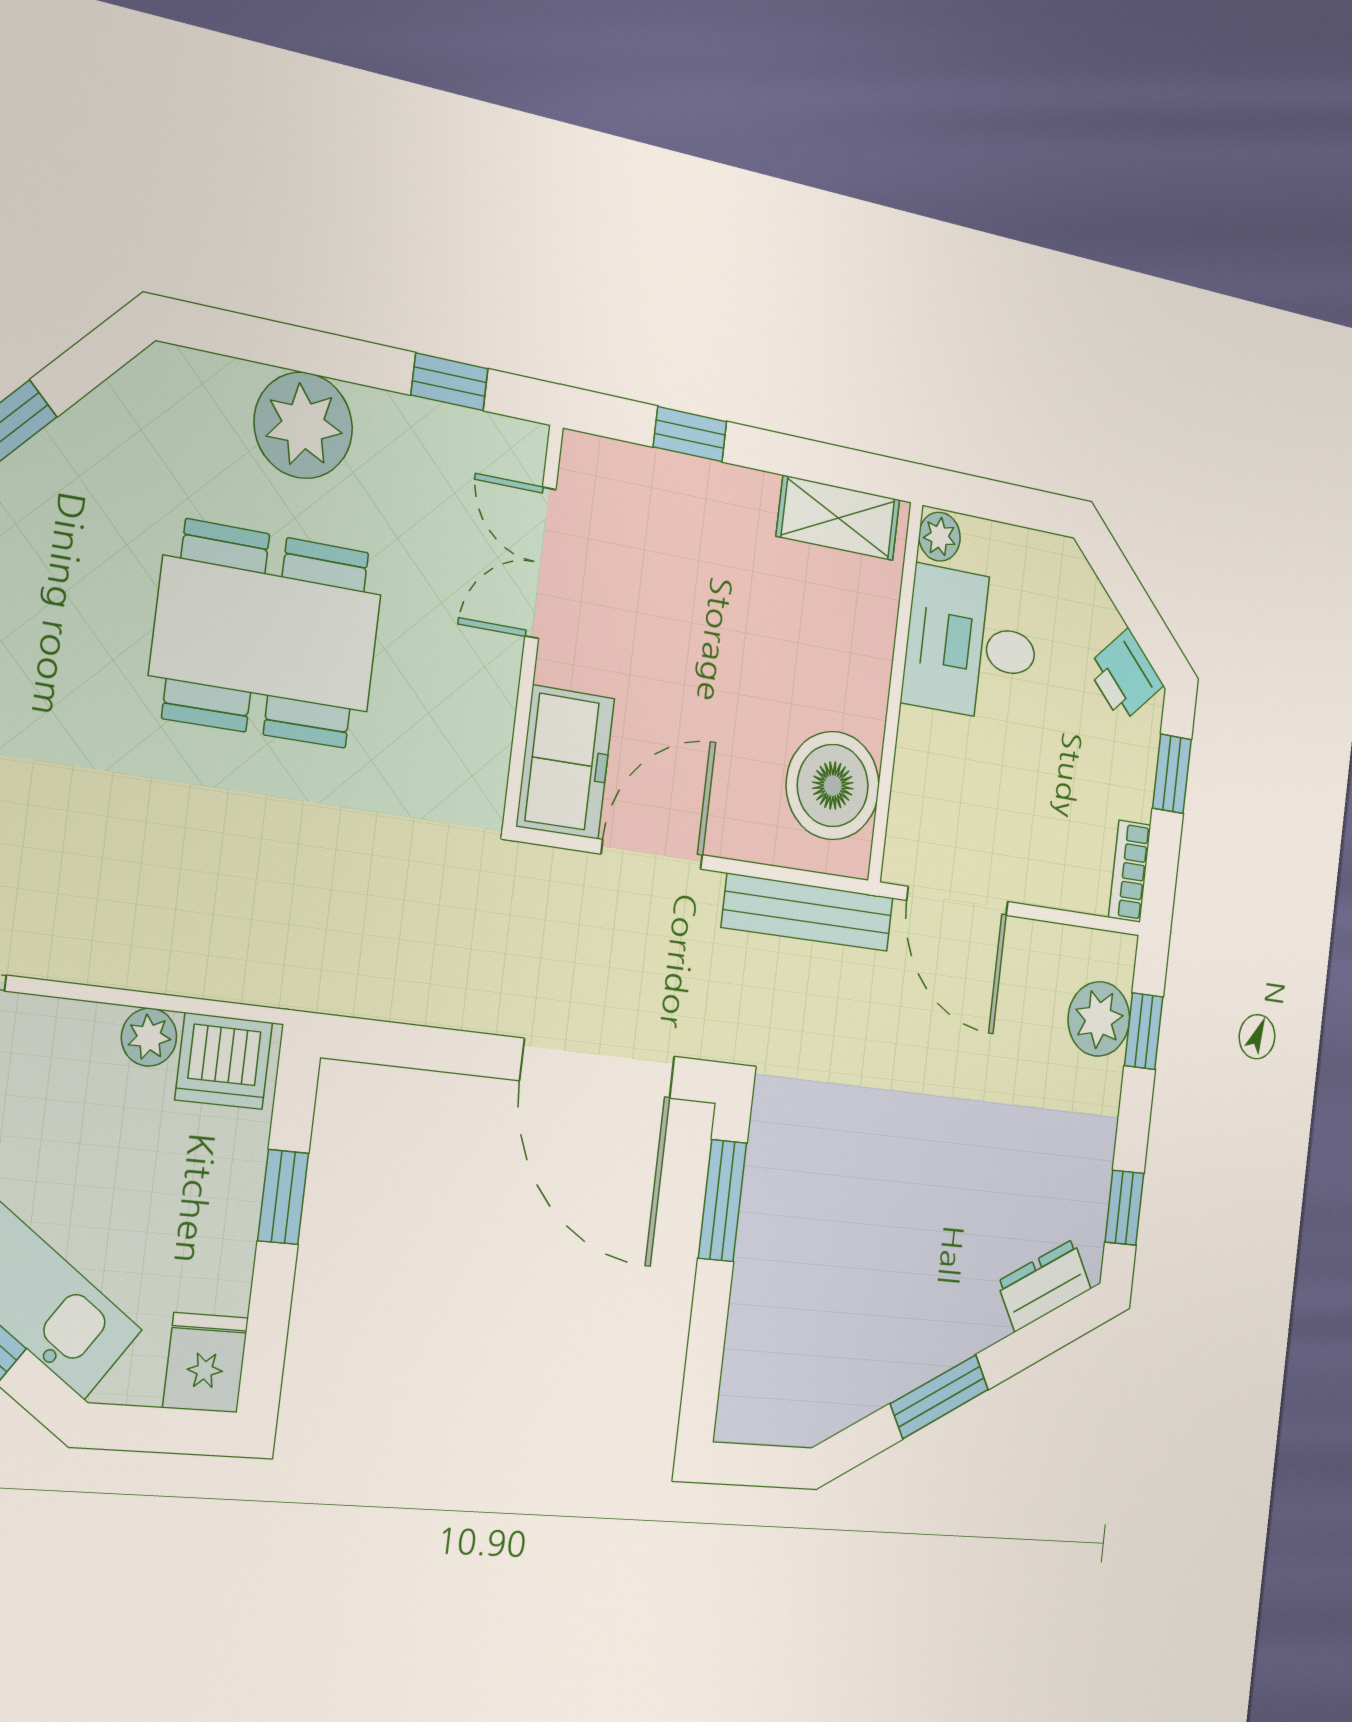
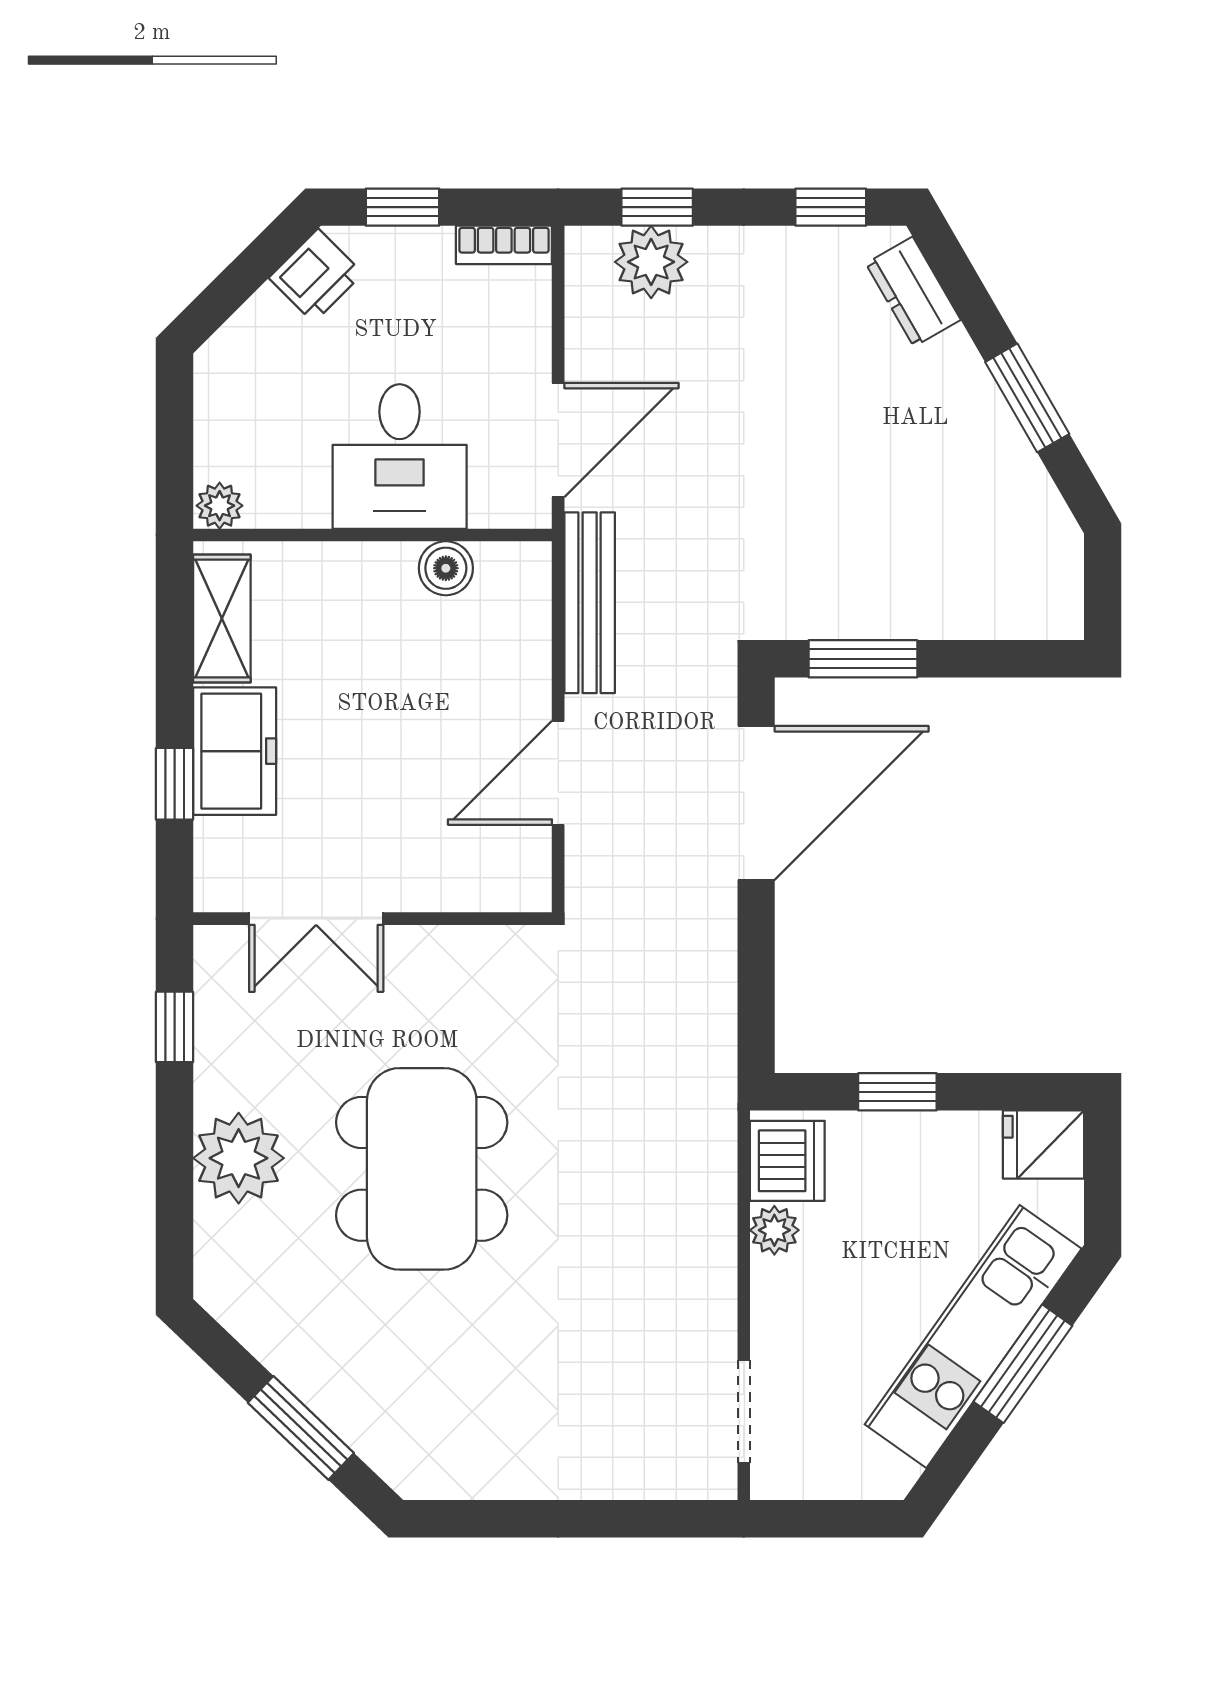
desk: (972, 645) -> (400, 456), moved
freezer: (565, 762) -> (235, 751), moved, turned 90
boiler: (833, 786) -> (446, 568), width x0.54, depth x0.54
door: (652, 854) -> (558, 773), hinge flipped

